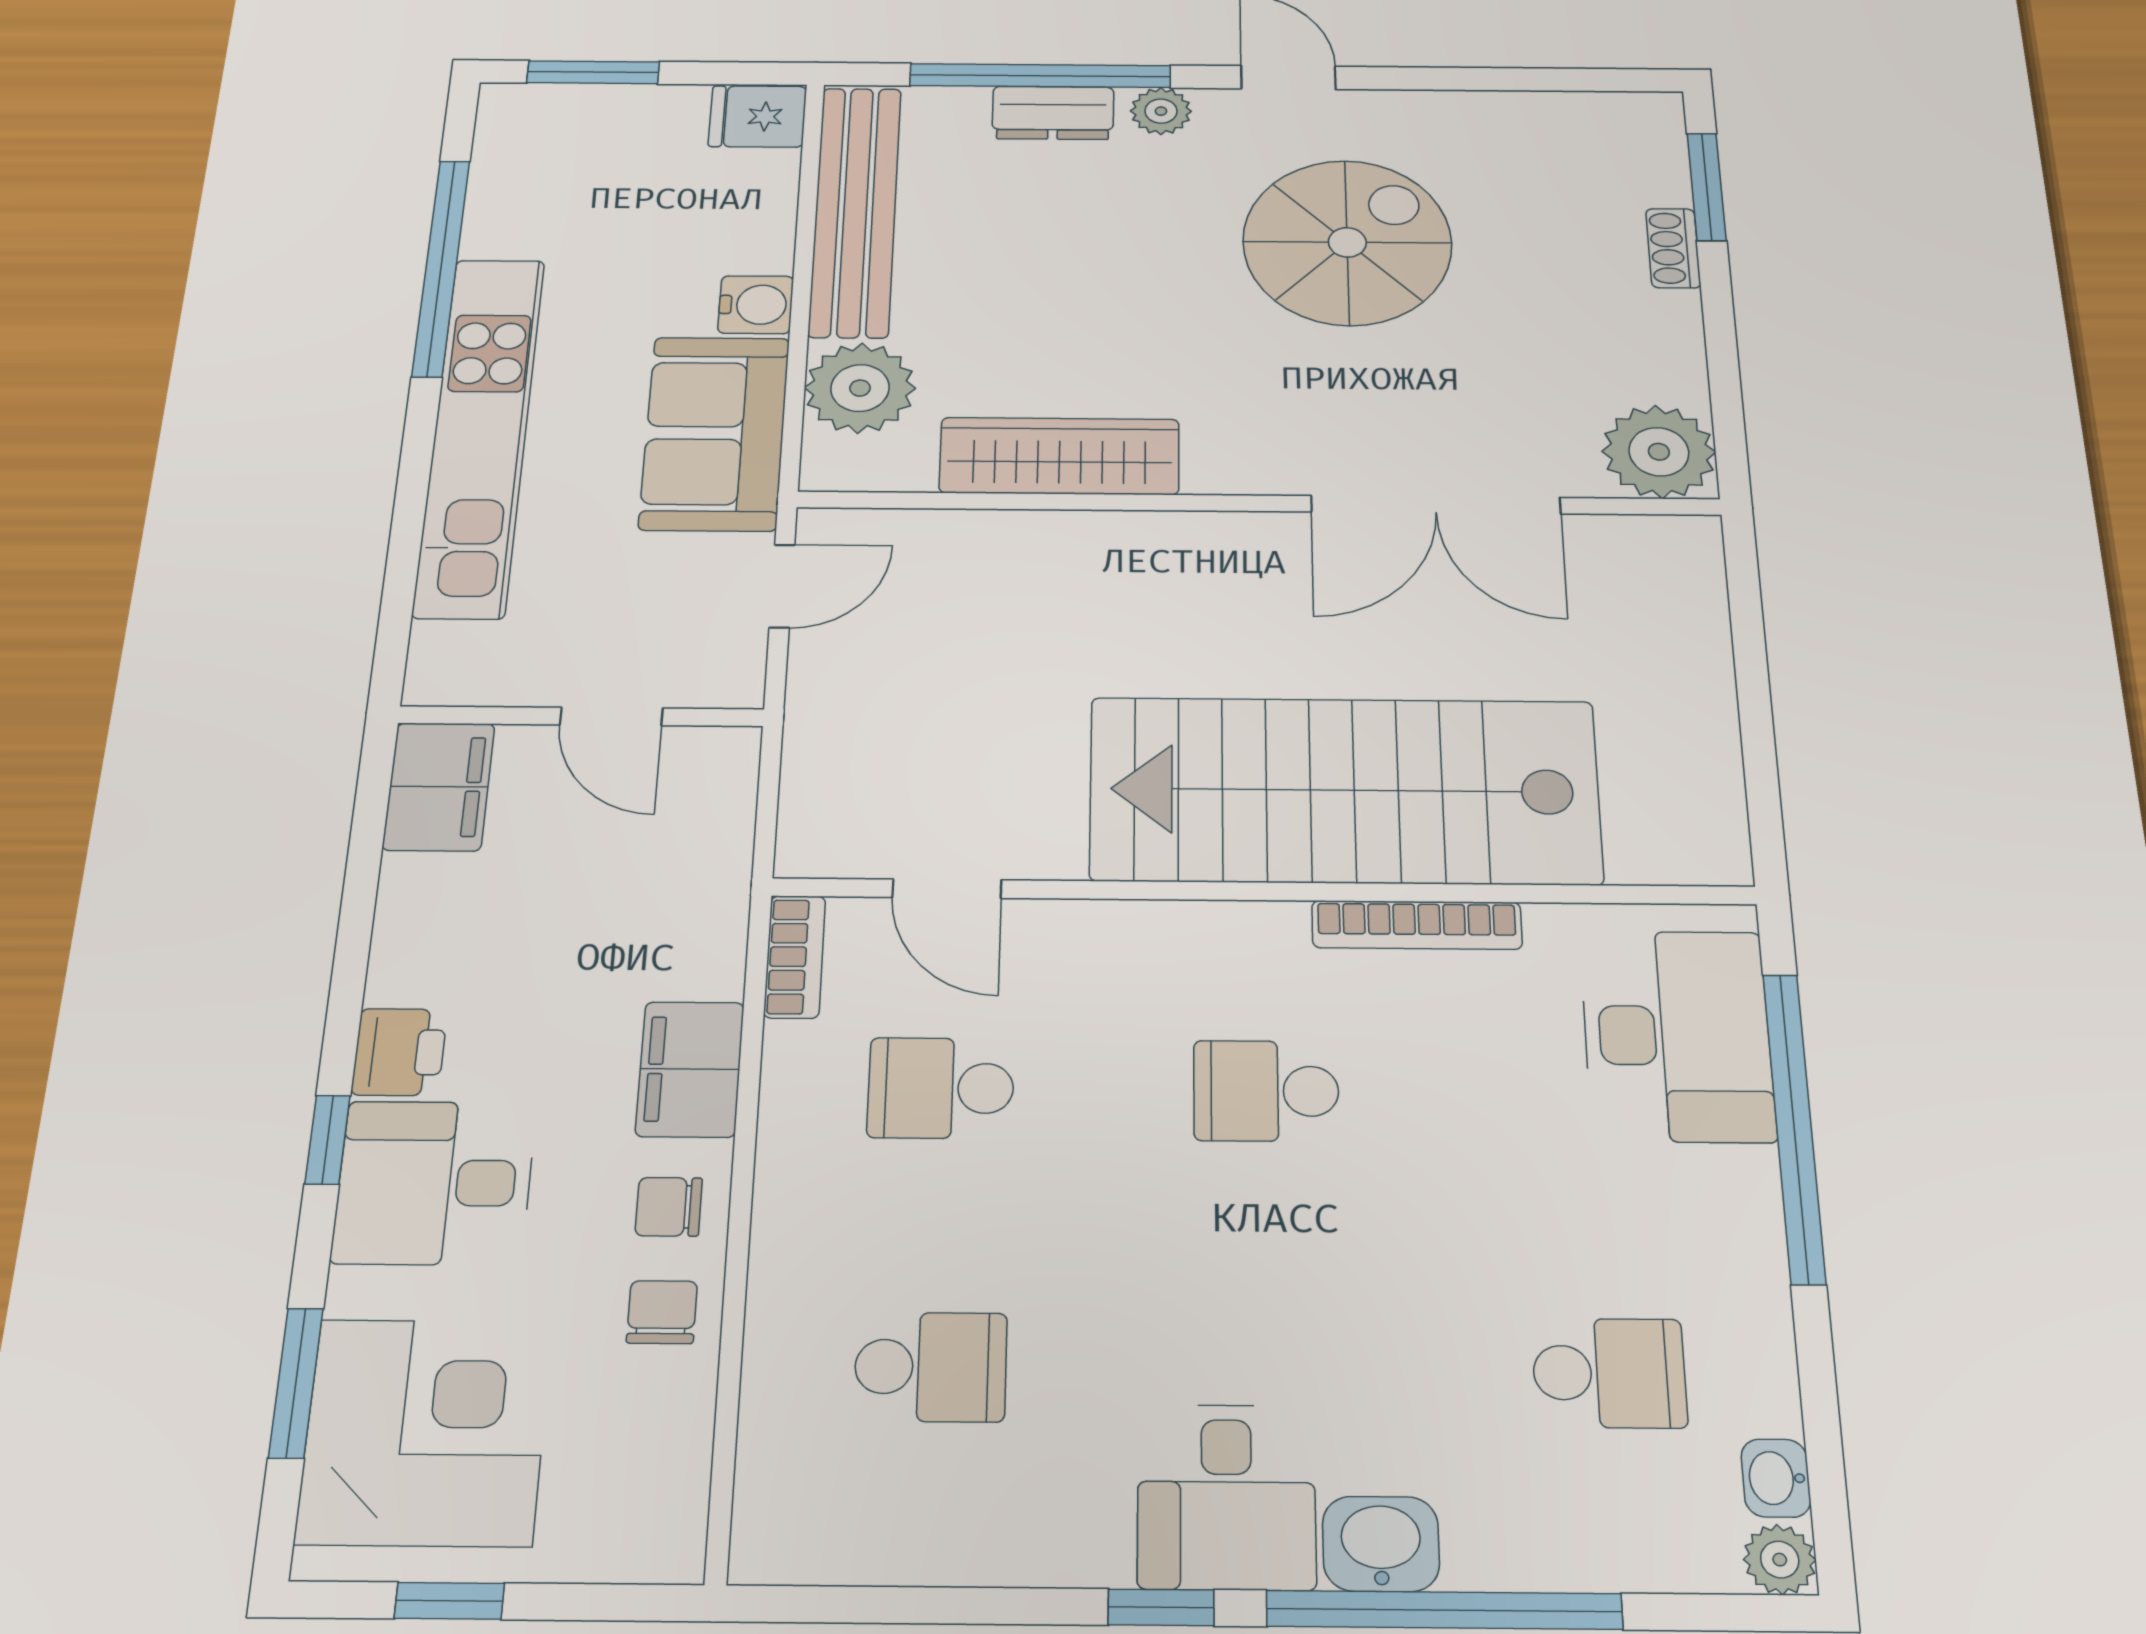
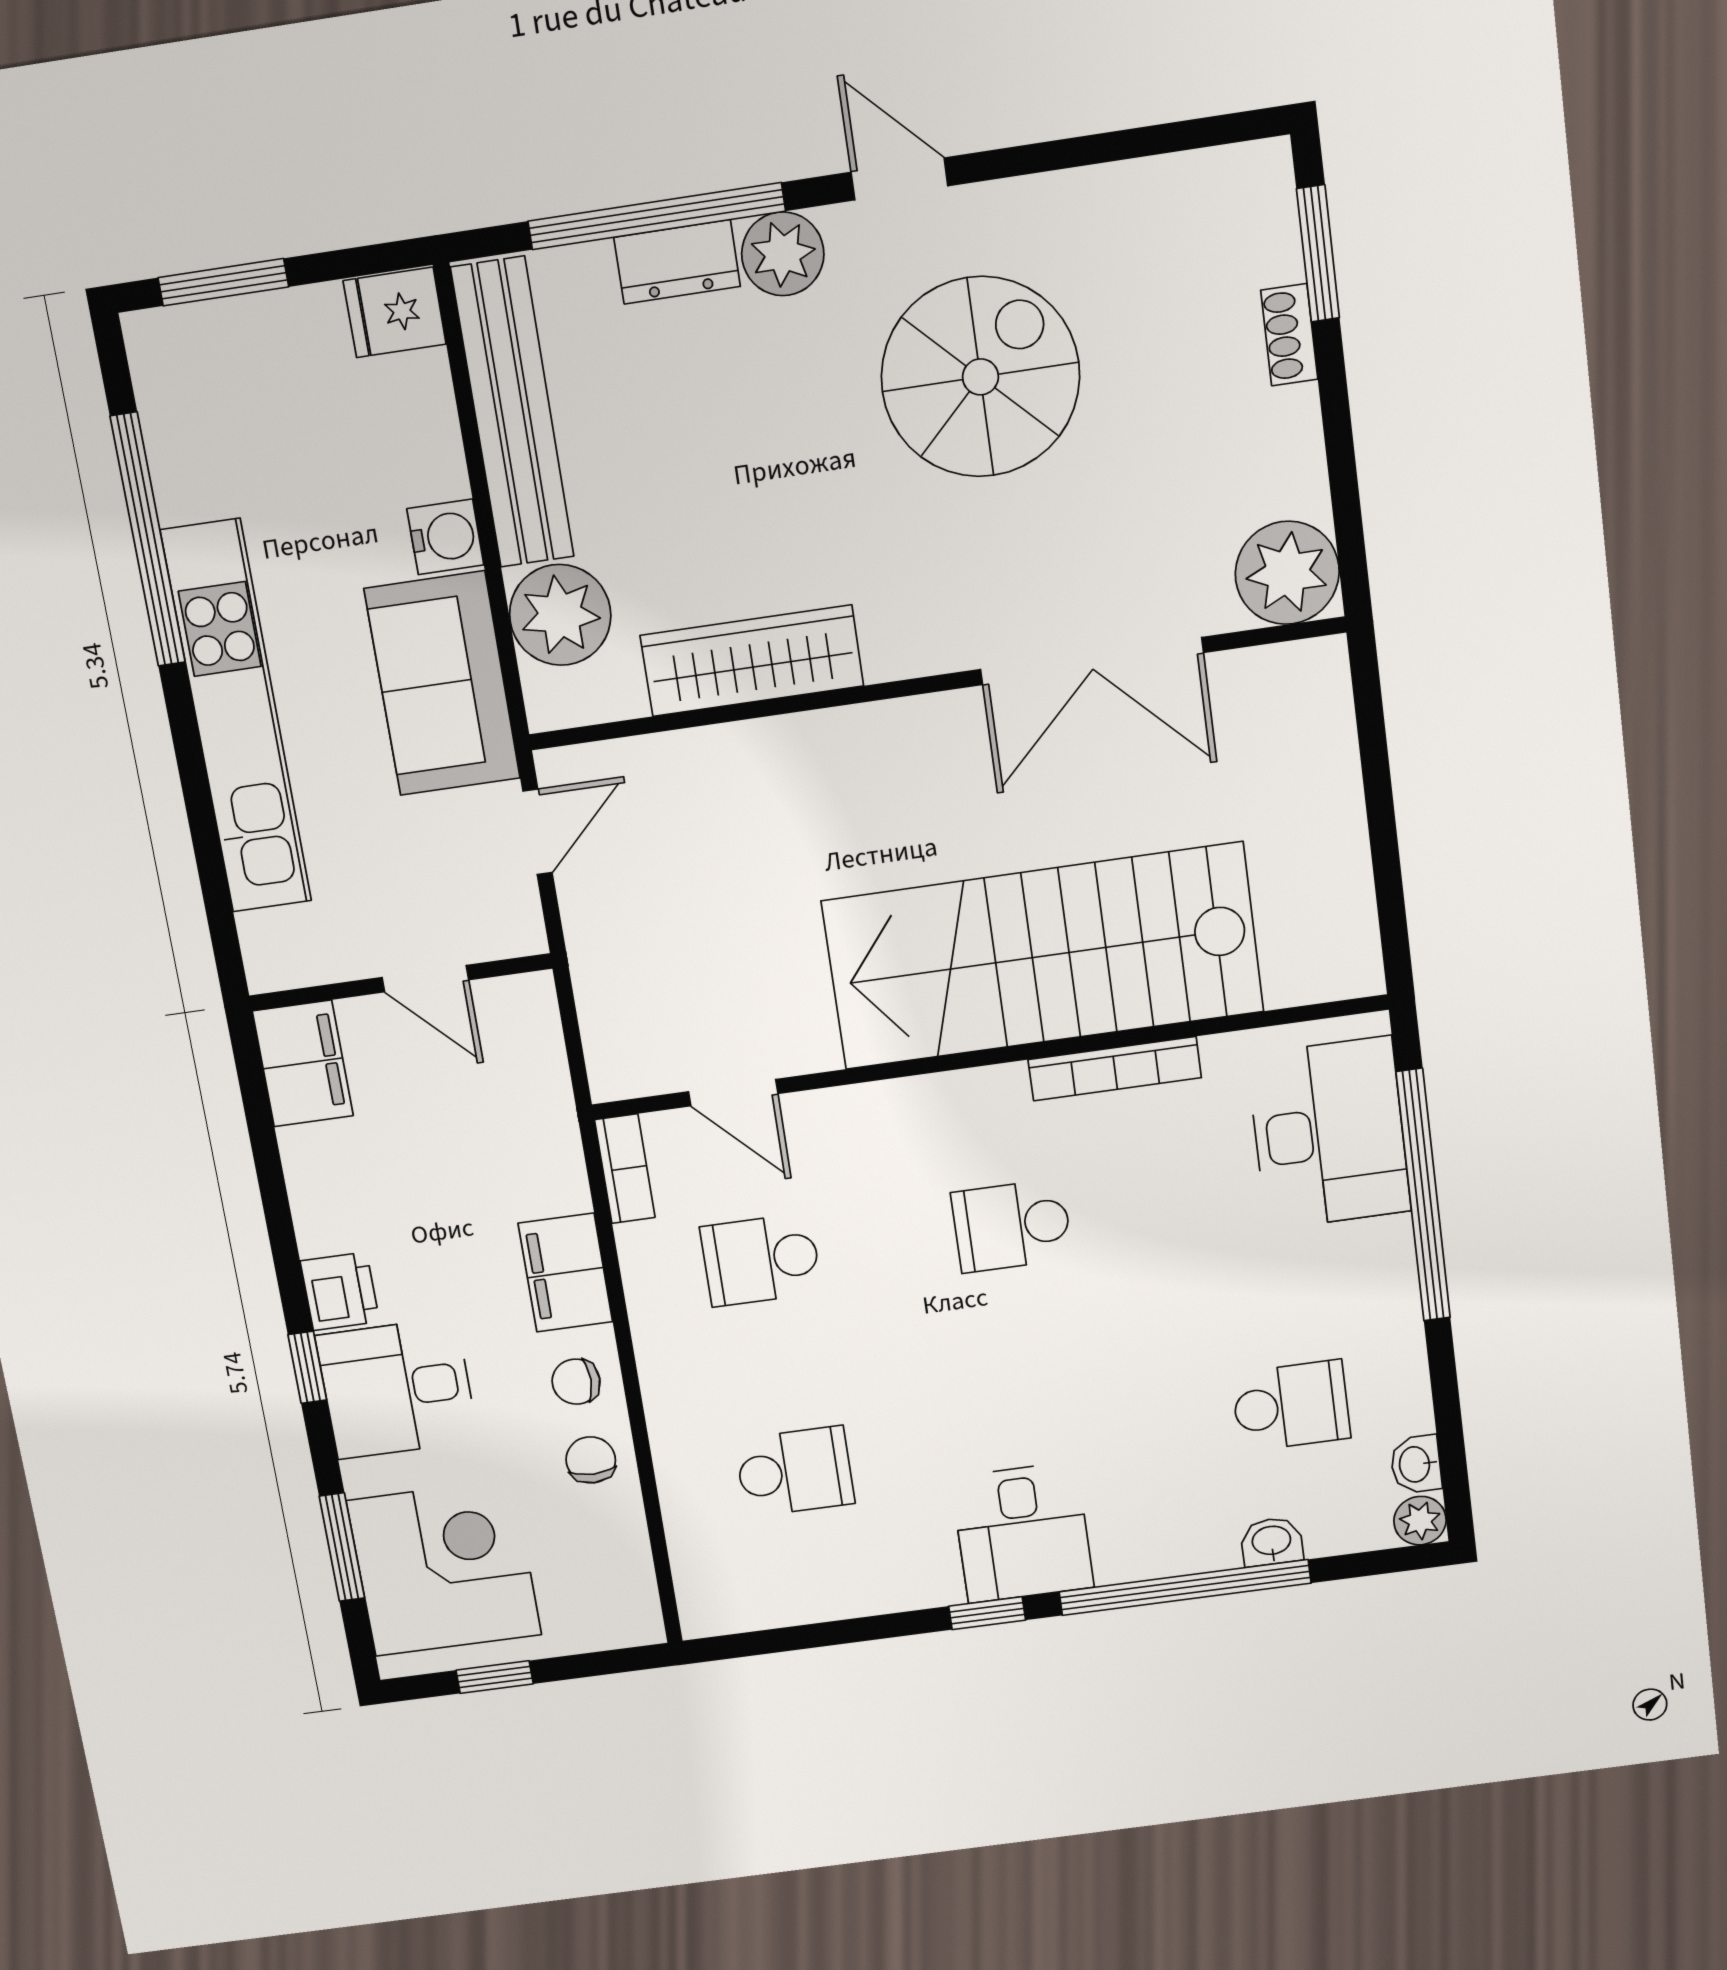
plant: (1161, 111) -> (783, 254), width x1.38, depth x1.38
washbasin: (1381, 1544) -> (1272, 1542), moved, width x0.72, depth x0.69

